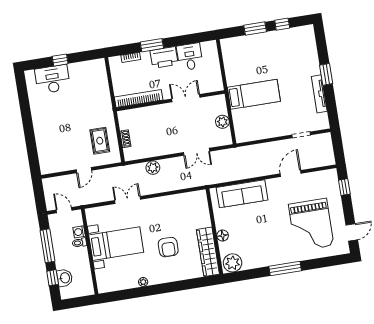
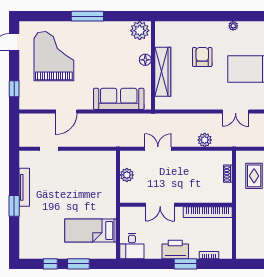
desk: (190, 57) -> (132, 246), moved
bed: (254, 94) -> (91, 231), moved
wardrobe: (208, 252) -> (163, 72), moved

